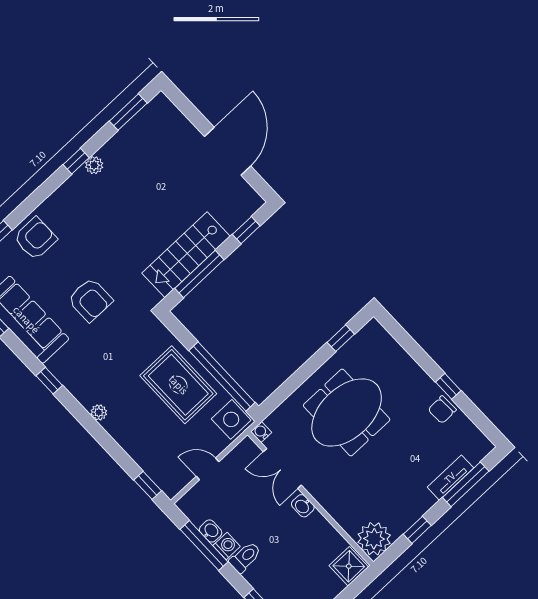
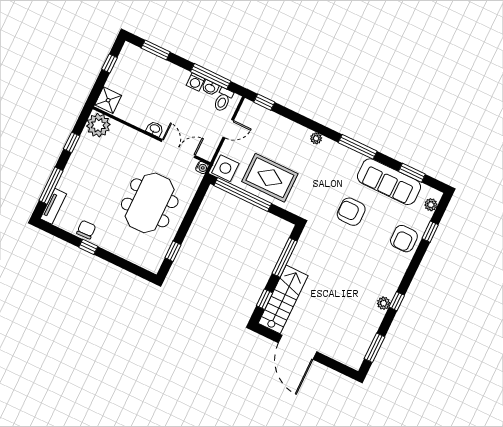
stairs: (186, 255) -> (283, 299), moved
window: (49, 381) -> (358, 147), width x2.17
tv unit: (450, 478) -> (53, 206), moved
toilet: (245, 557) -> (223, 100), moved

